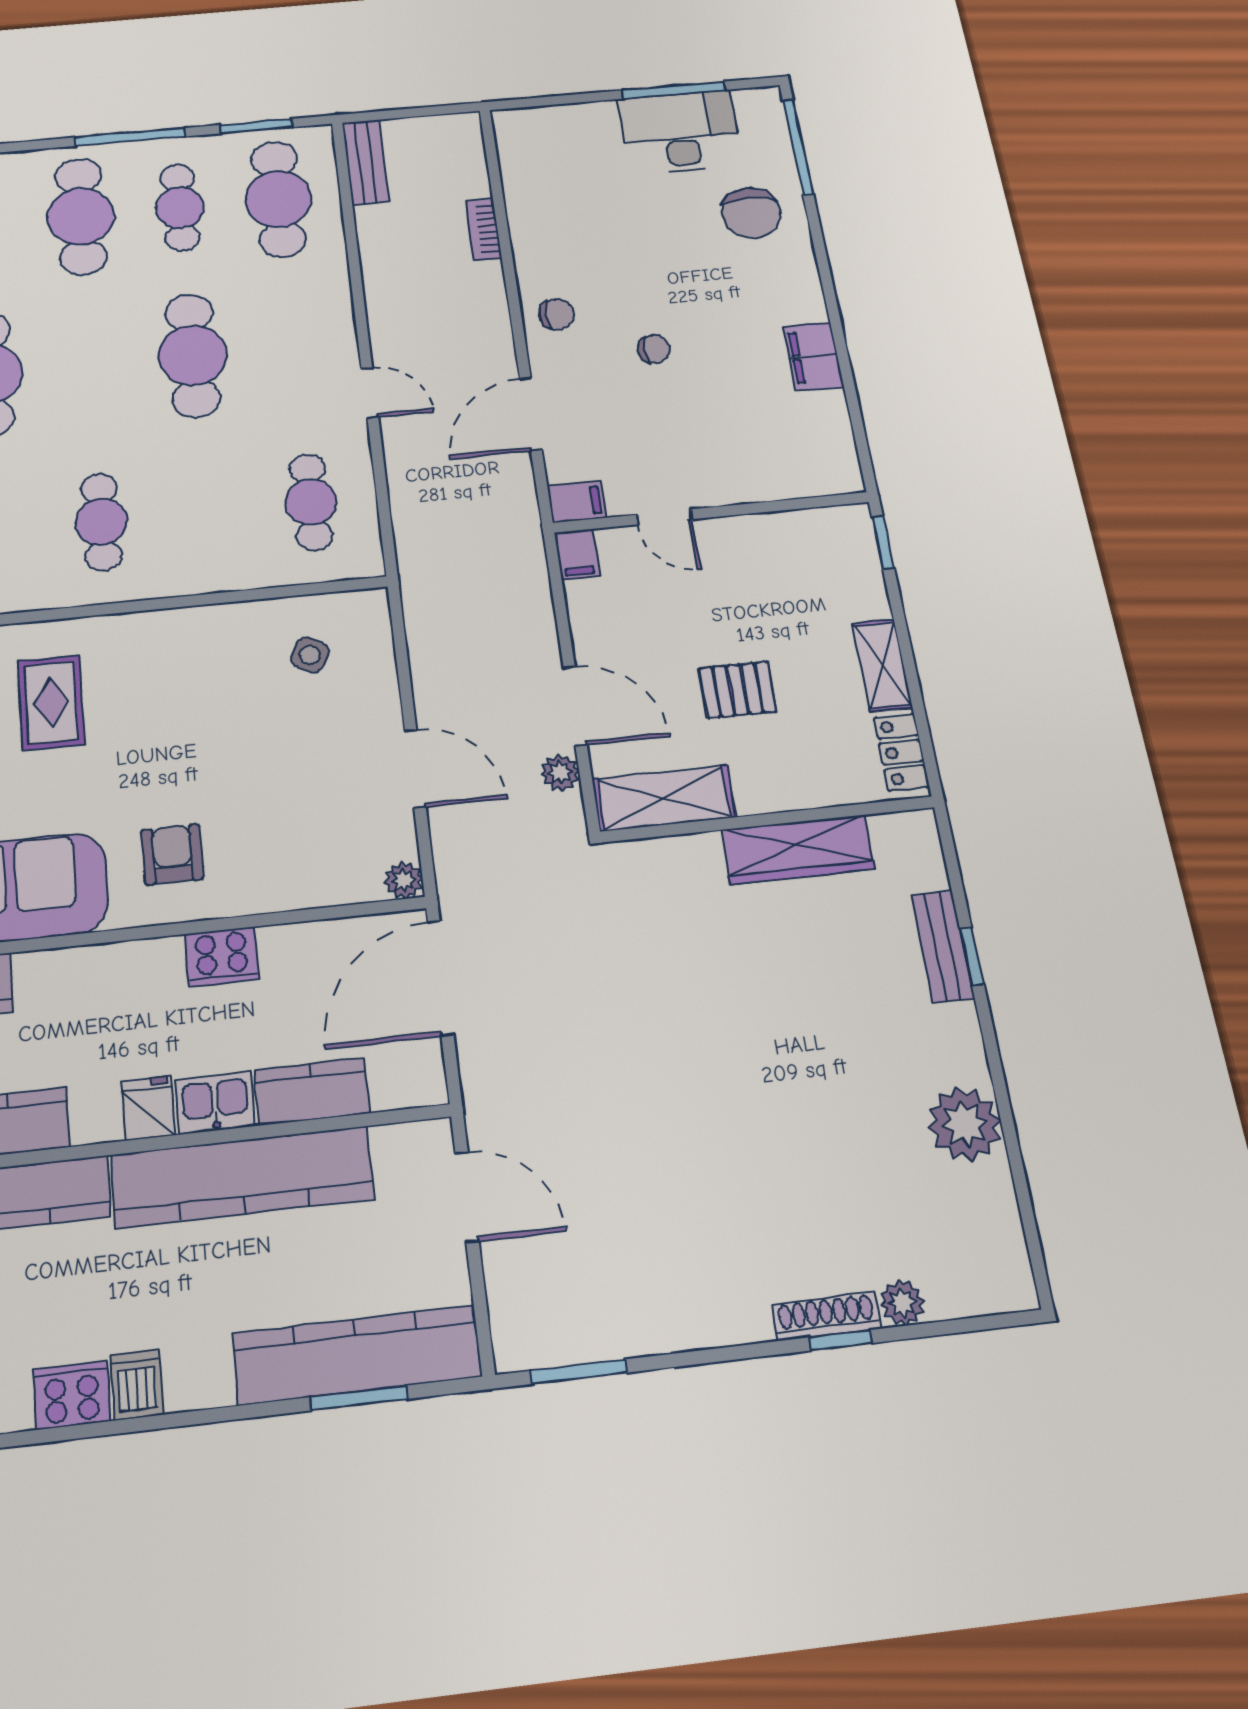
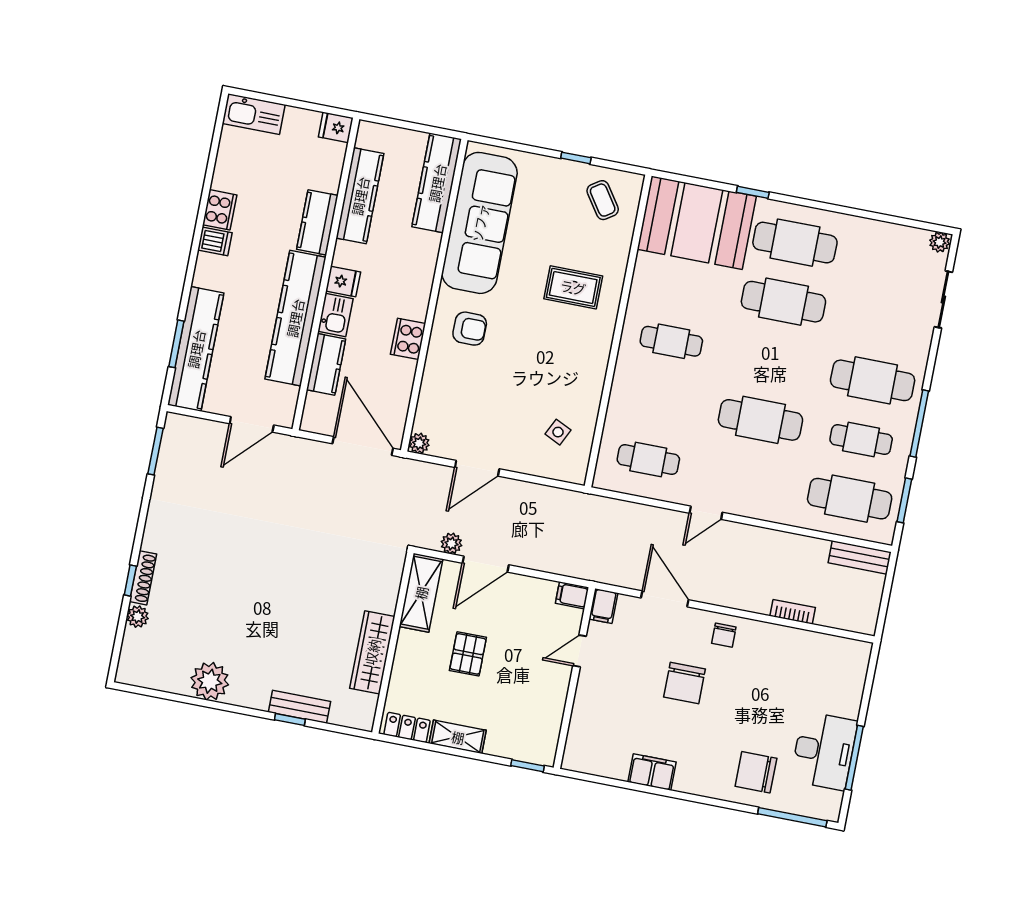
chair: (654, 349) -> (684, 683), width x1.87, depth x1.87

